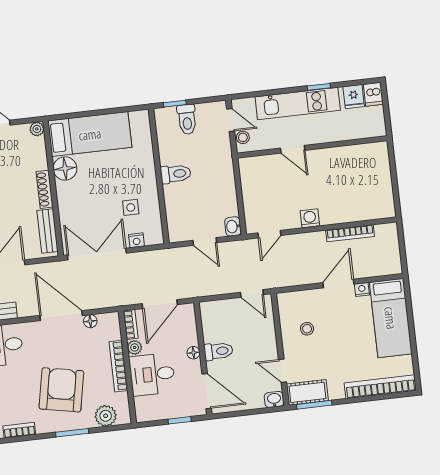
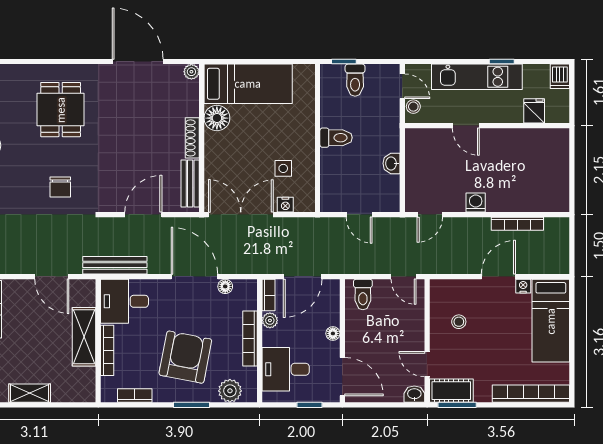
fridge: (354, 97) -> (534, 111), moved, turned 180
washbasin: (233, 226) -> (391, 163), moved
toilet: (218, 351) -> (363, 294), moved, turned 90
desk: (152, 374) -> (286, 369), moved

